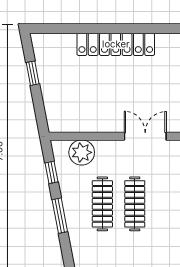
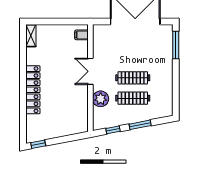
window: (33, 73) -> (38, 144), moved
plant: (82, 152) -> (101, 99), moved

